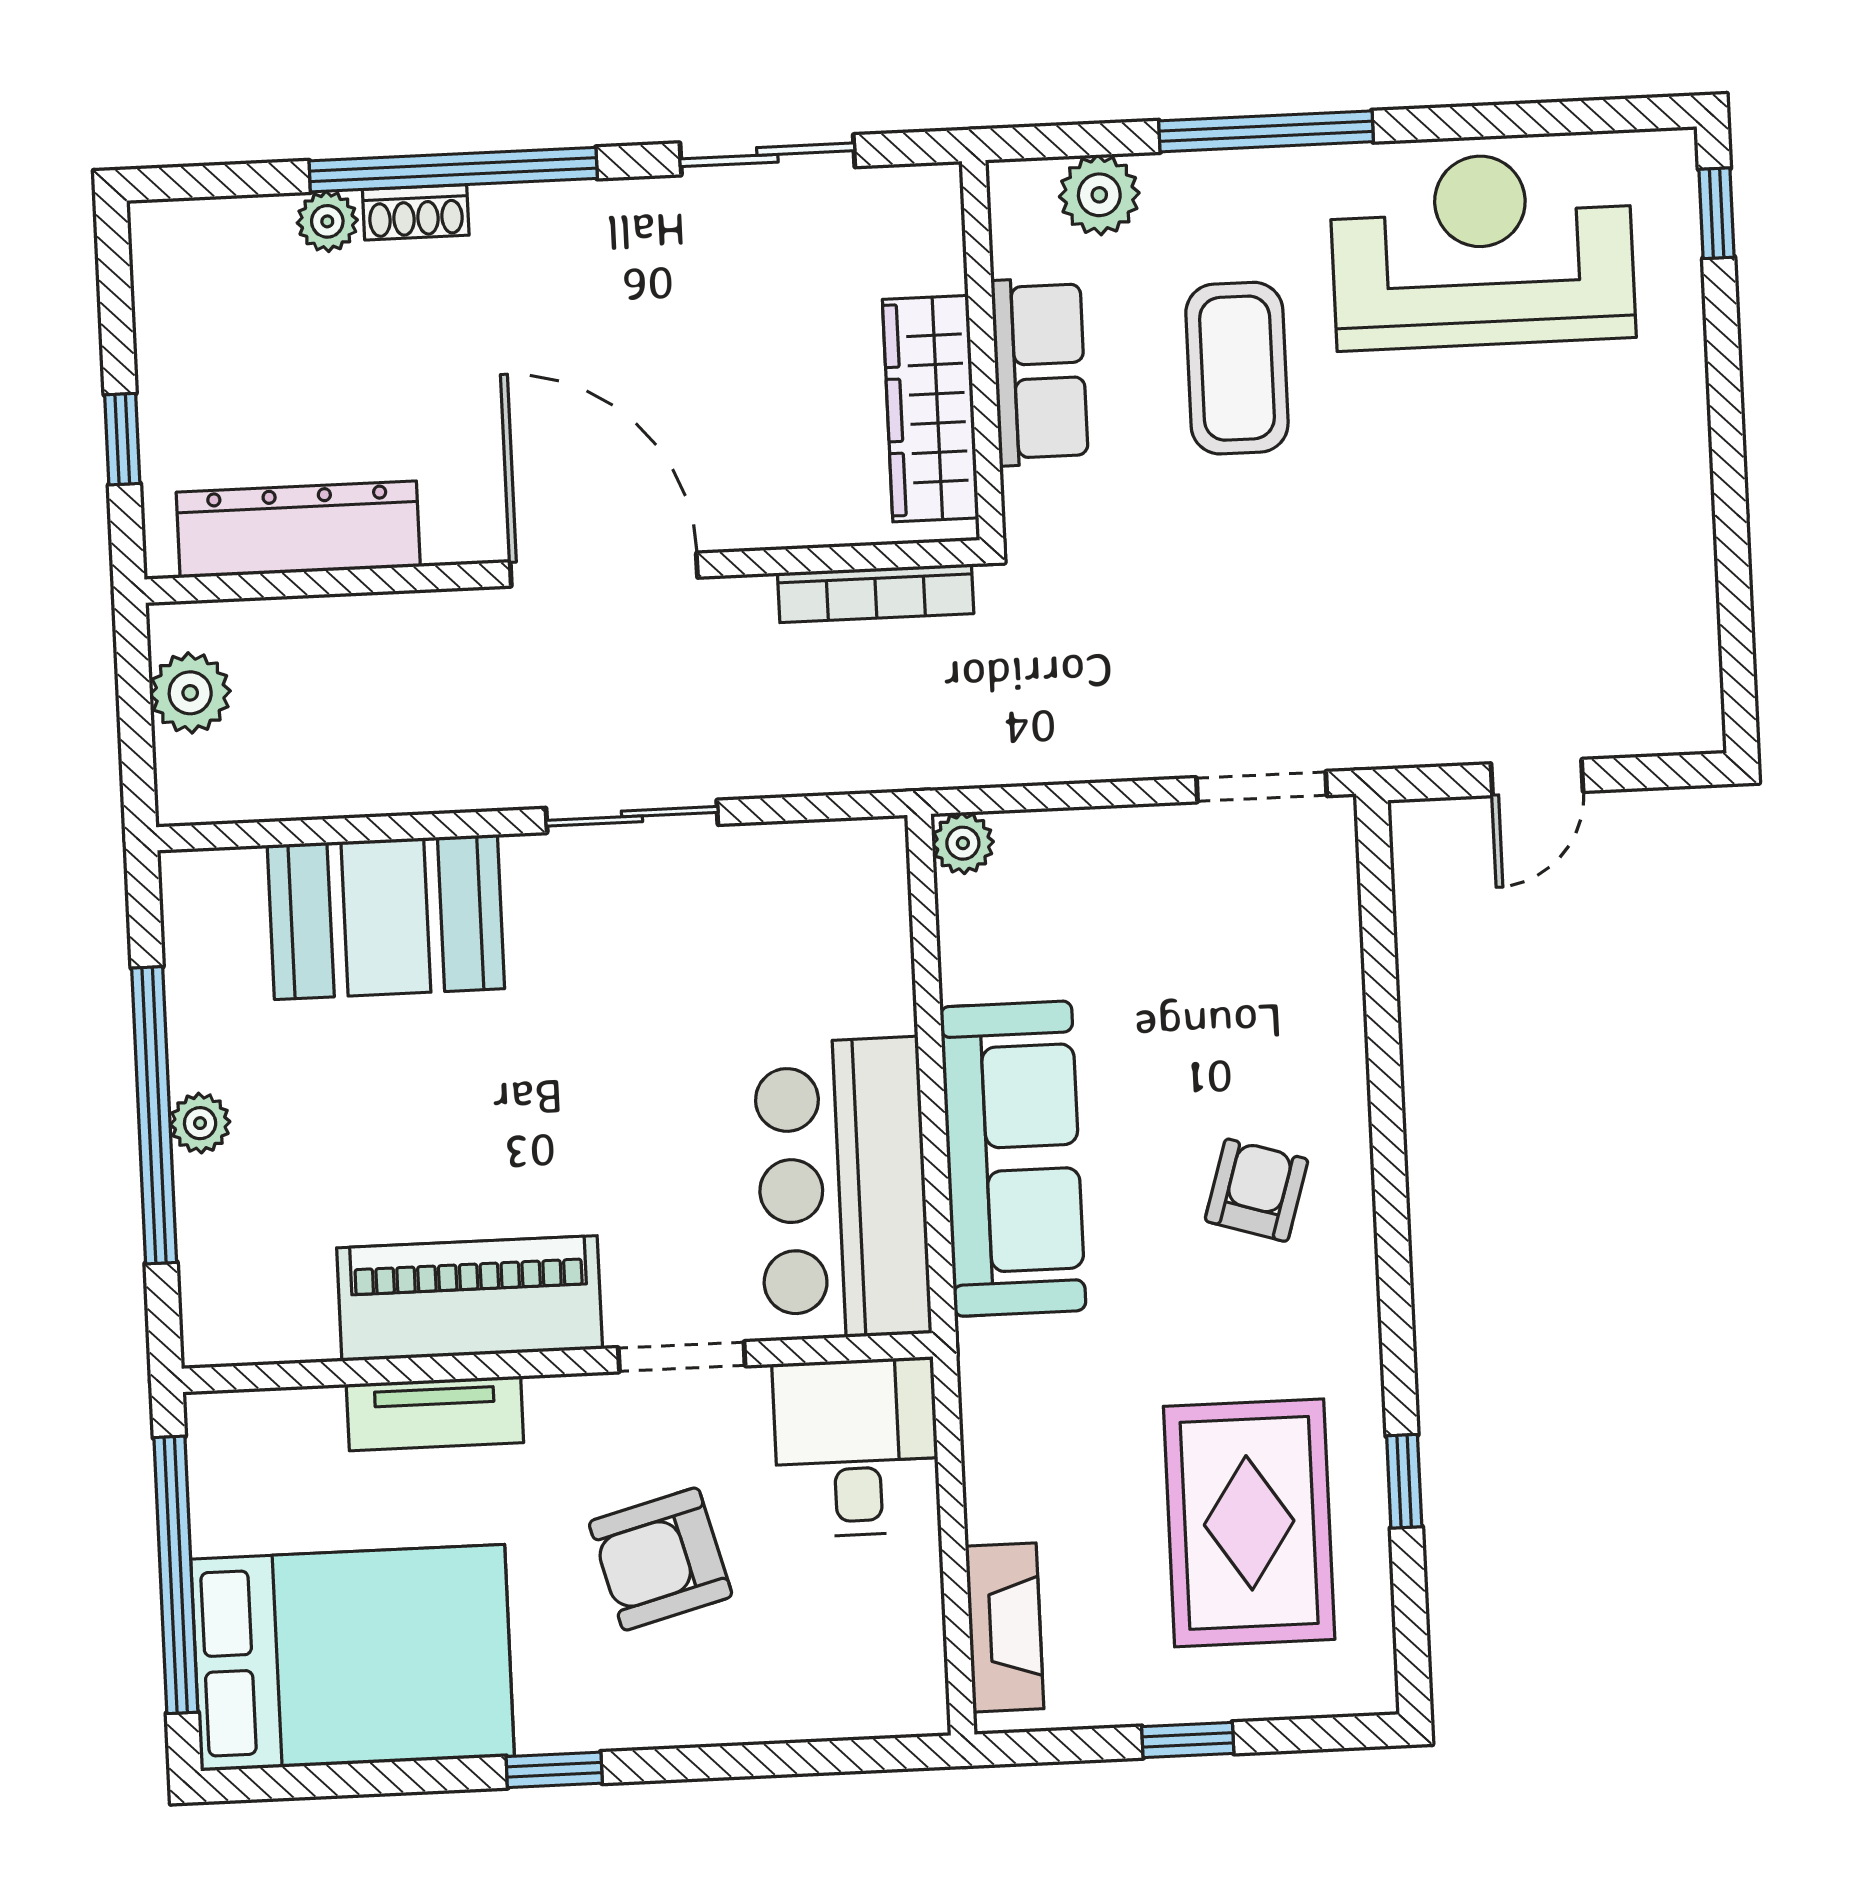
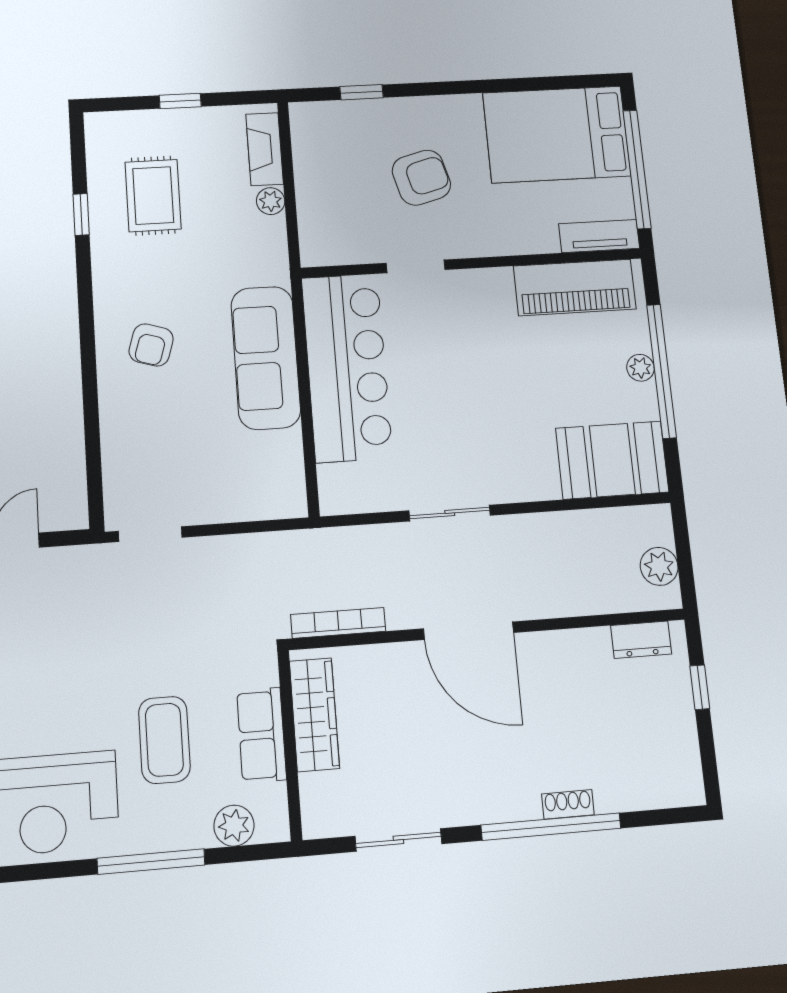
plant: (327, 221) -> (610, 798), removed
dresser: (298, 529) -> (641, 640), width x0.51, depth x0.80
plant: (963, 843) -> (271, 201), moved
booth: (386, 917) -> (612, 460), moved
bar counter: (842, 1189) -> (347, 367), width x1.36
piano: (470, 1298) -> (575, 288), moved
tv unit: (435, 1413) -> (599, 236), moved
desk: (856, 1447) -> (334, 227), removed
rug: (1249, 1523) -> (153, 196), width x0.73, depth x0.70
window: (554, 1770) -> (361, 92), moved

